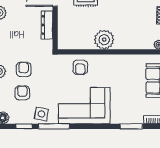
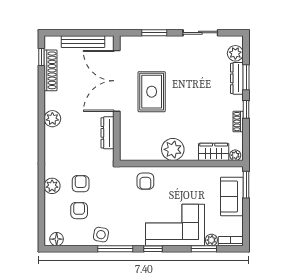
wardrobe: (140, 42) -> (214, 152), added
corner sofa: (84, 106) -> (175, 225), moved
plant: (138, 119) -> (211, 240), added
window: (24, 126) -> (153, 249), moved

